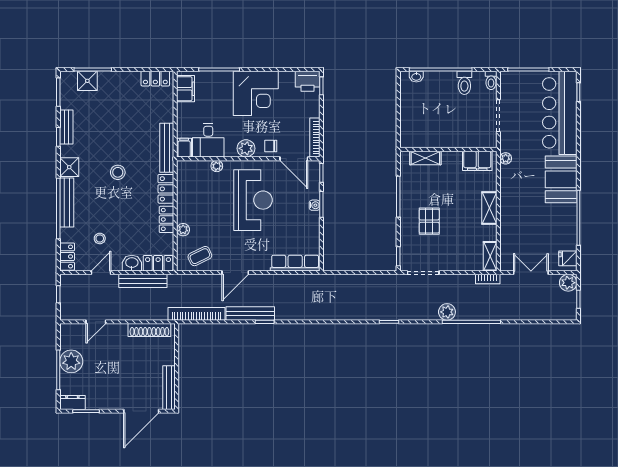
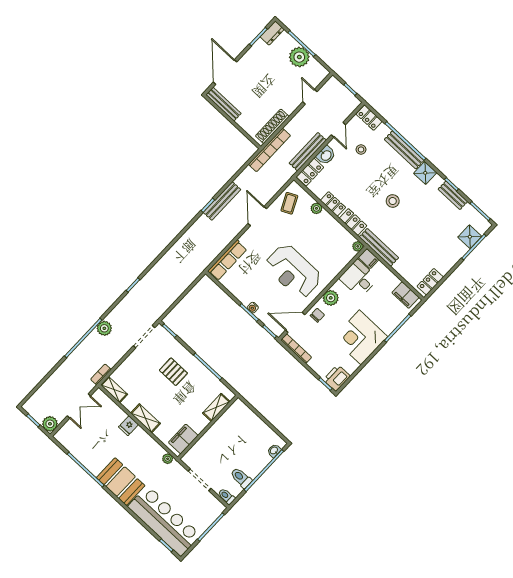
plant: (217, 166) -> (358, 246), moved
fridge: (568, 258) -> (128, 426), moved, turned 180
bookcase: (197, 314) -> (269, 150), moved

